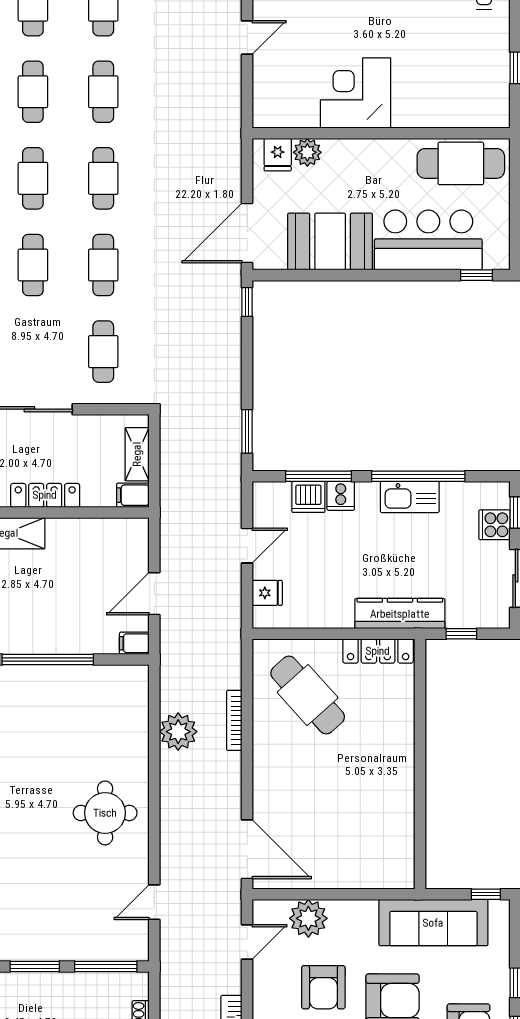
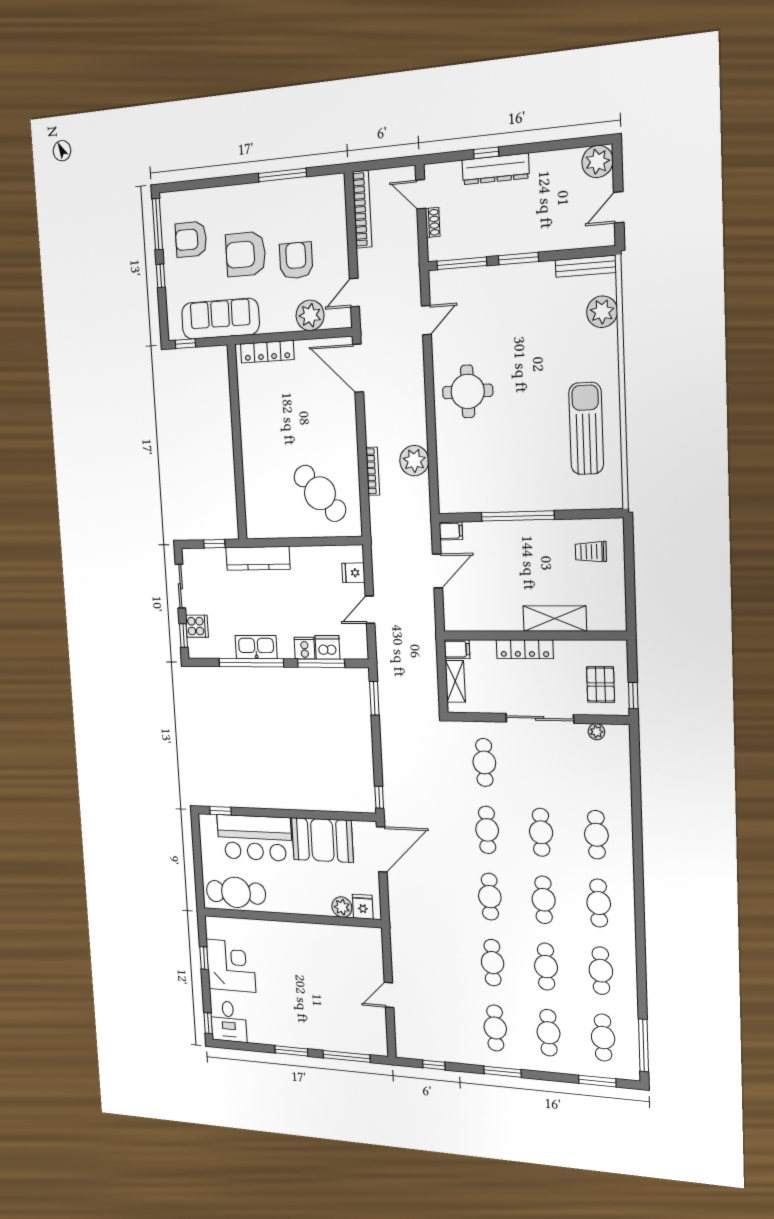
corner desk: (356, 93) -> (231, 966), moved, turned -90
locker: (378, 651) -> (267, 352), moved, turned 180

